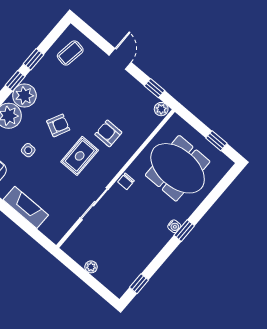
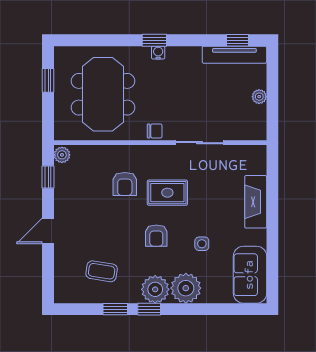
coffee table: (70, 53) -> (102, 271), moved
armchair: (58, 125) -> (156, 236), turned -116
tv unit: (131, 274) -> (234, 55), added

